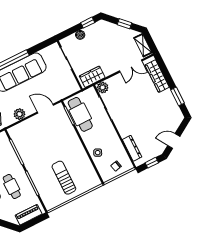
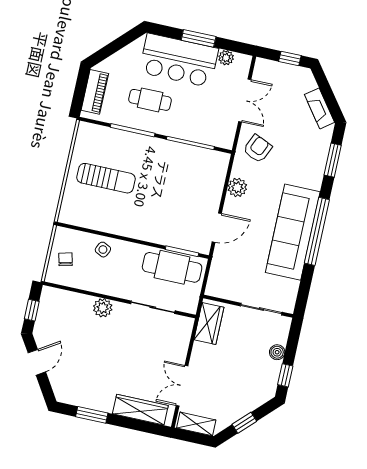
plant: (103, 87) -> (103, 308), moved
dresser: (132, 148) -> (72, 300), removed

